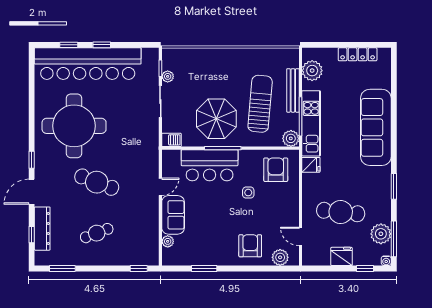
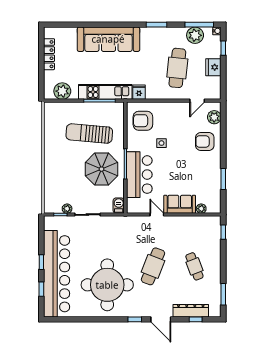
bench: (293, 90) -> (78, 107), removed
plant: (291, 138) -> (117, 108), removed

